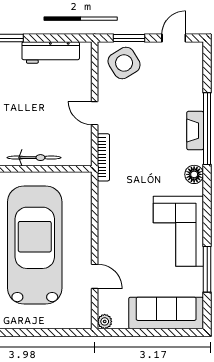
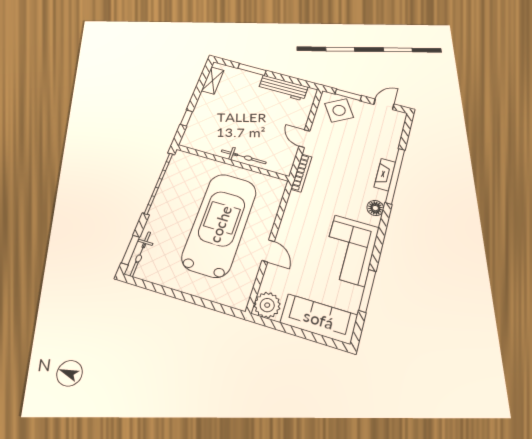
door: (95, 276) -> (268, 251), moved
plant: (105, 321) -> (267, 305), width x1.88, depth x1.88

